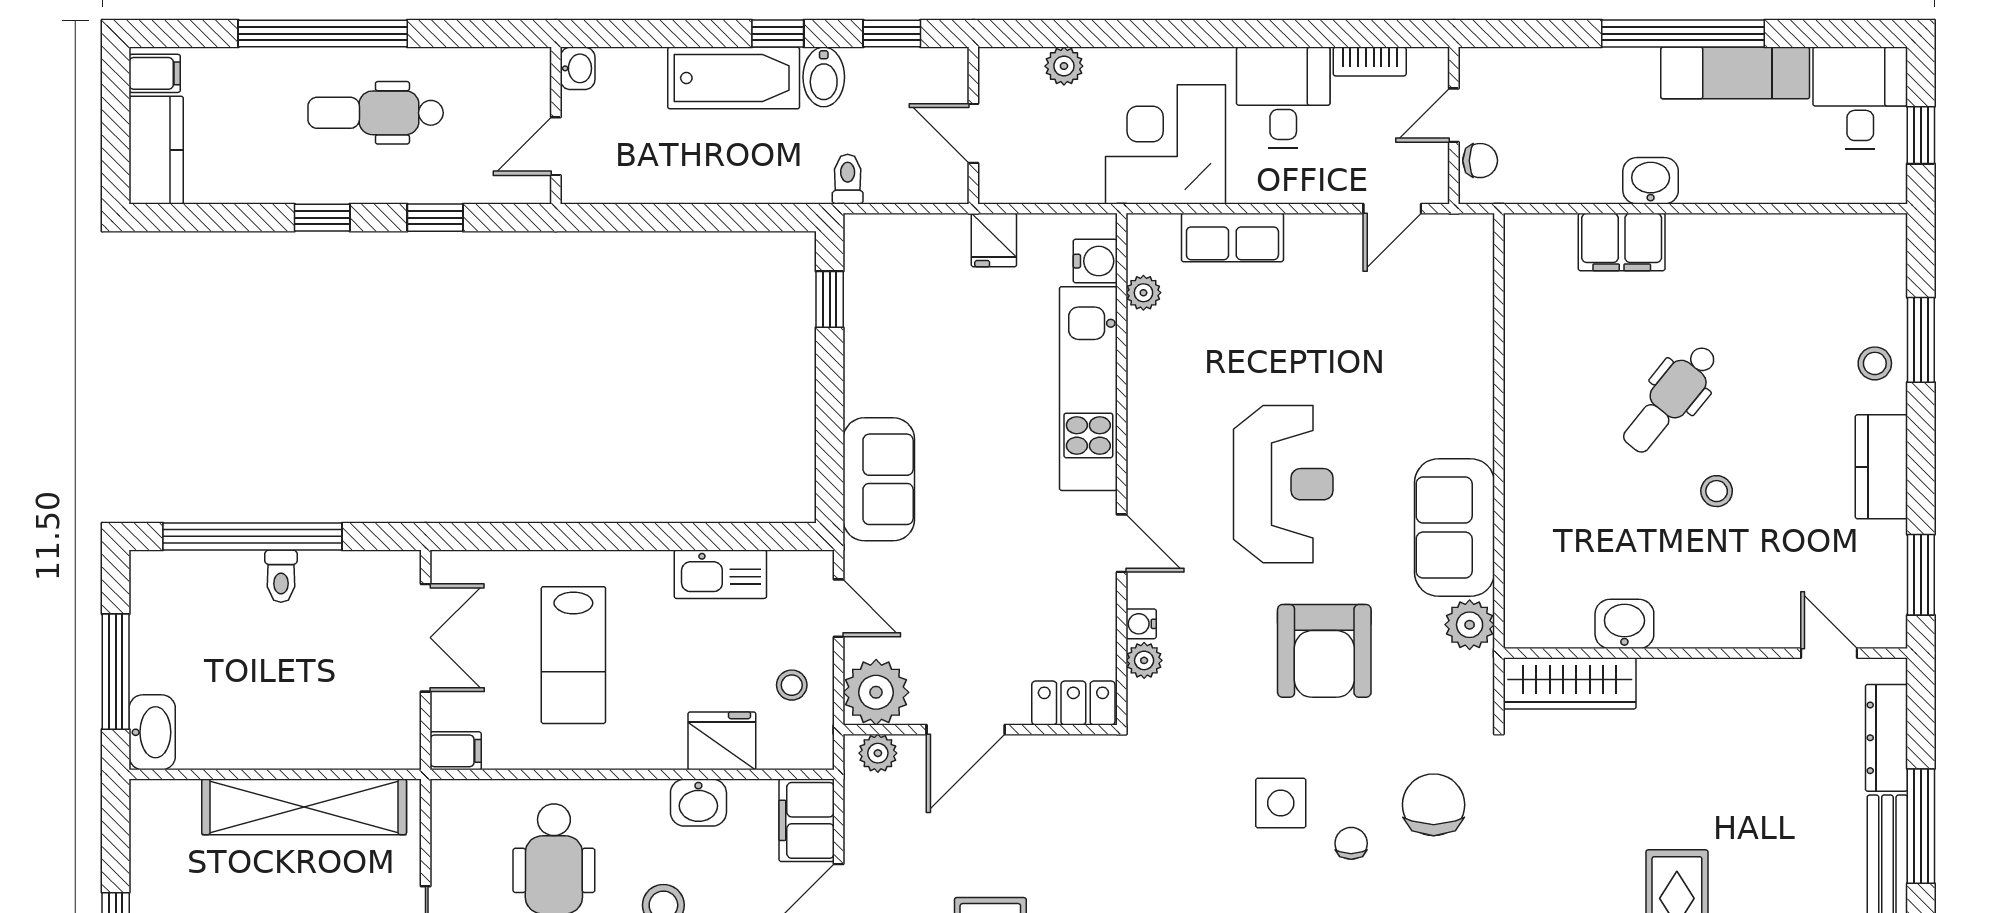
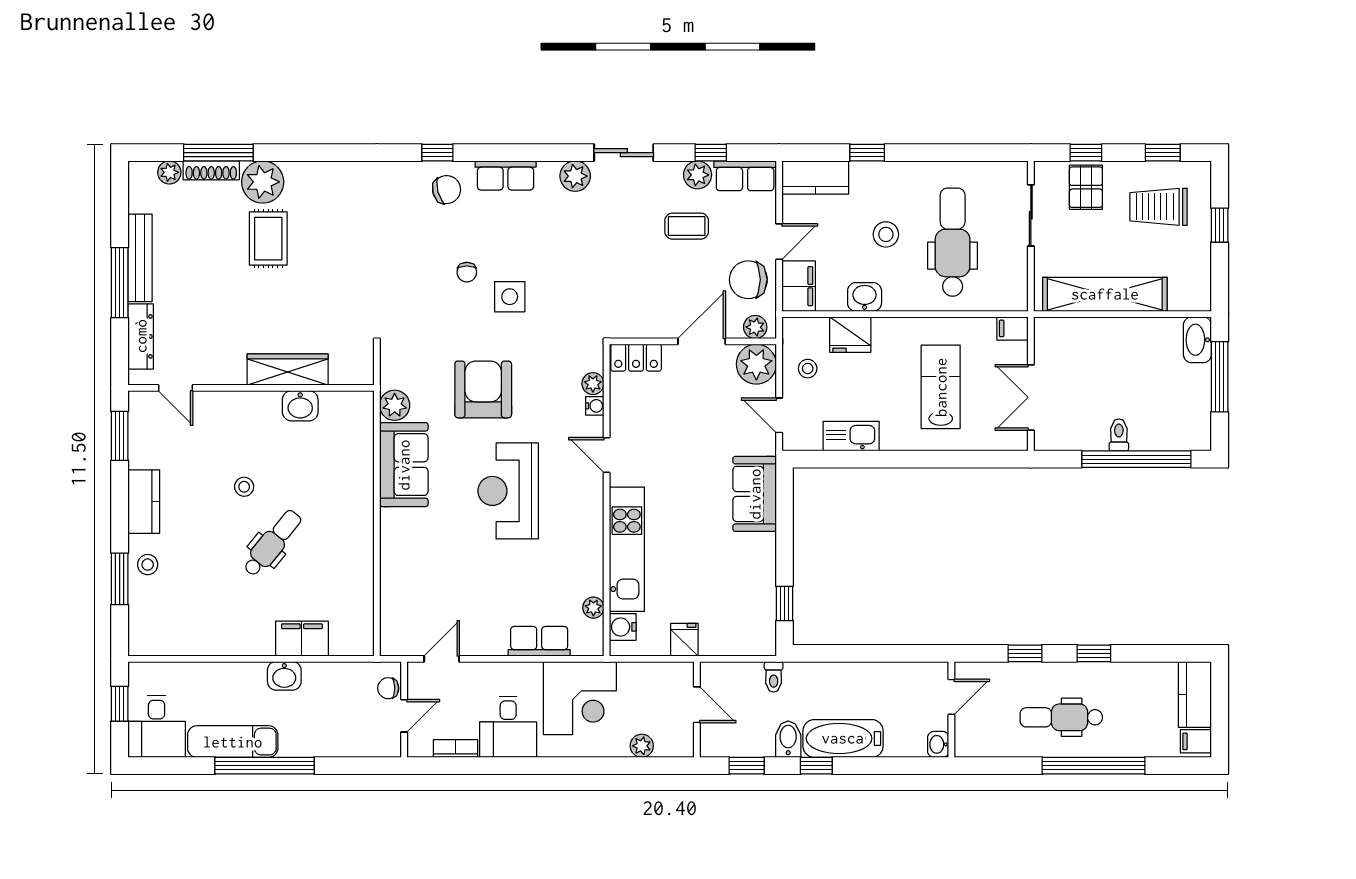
dental chair: (376, 113) -> (1061, 717), turned 180
wardrobe: (1570, 683) -> (288, 370), moved
chair: (1434, 805) -> (748, 280), moved, turned 90

